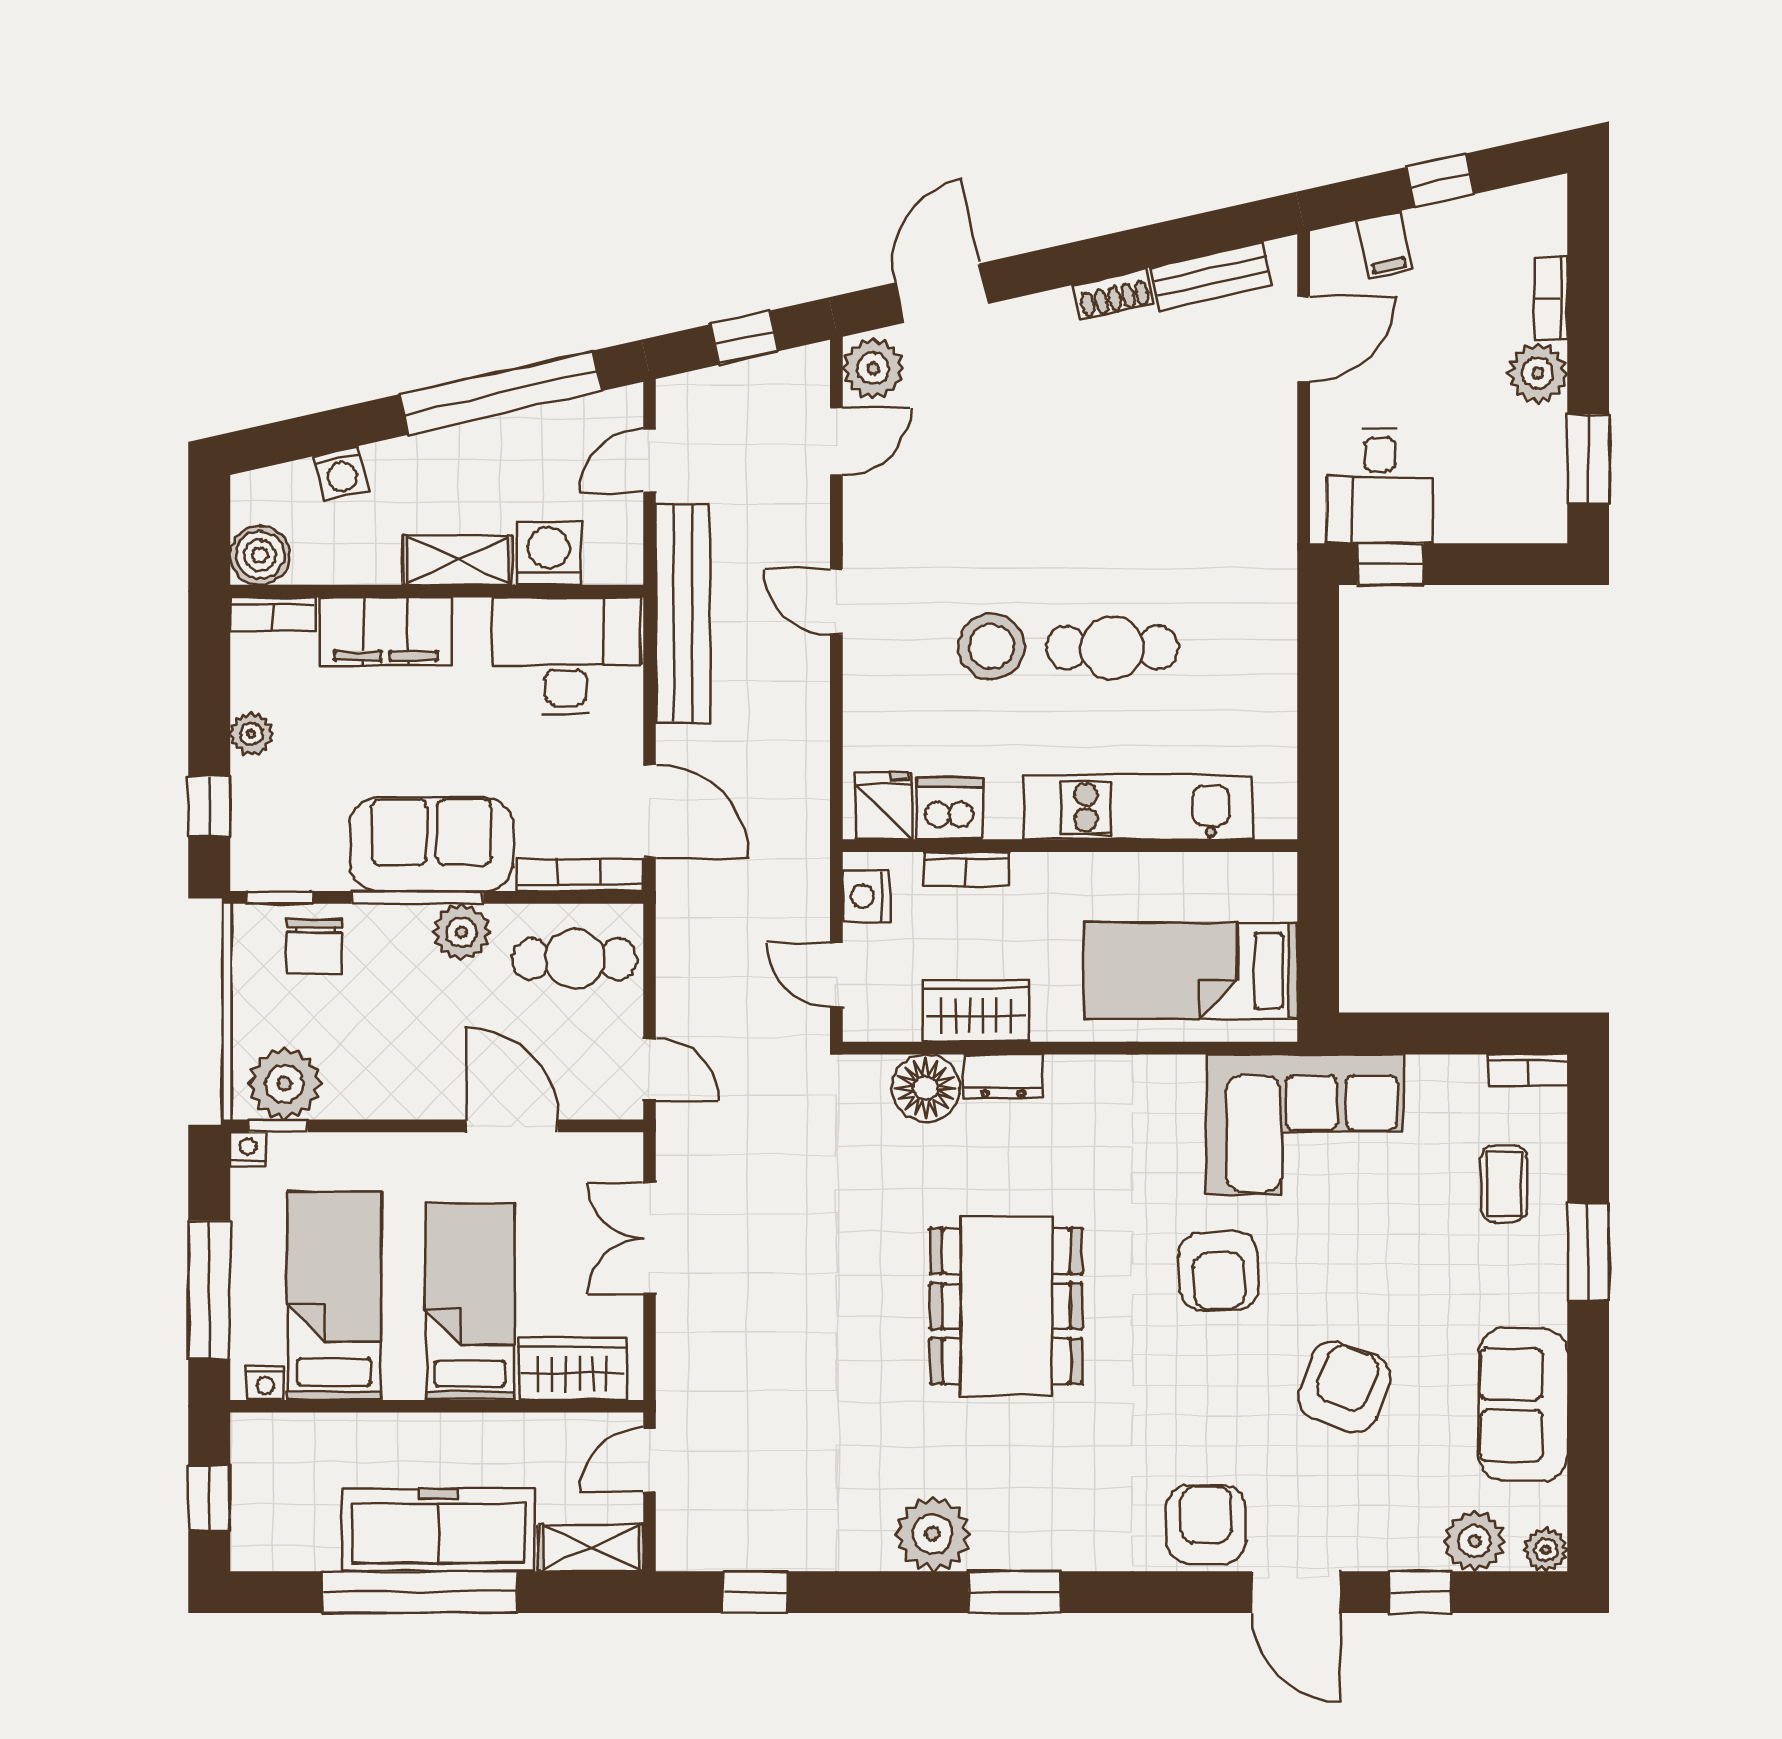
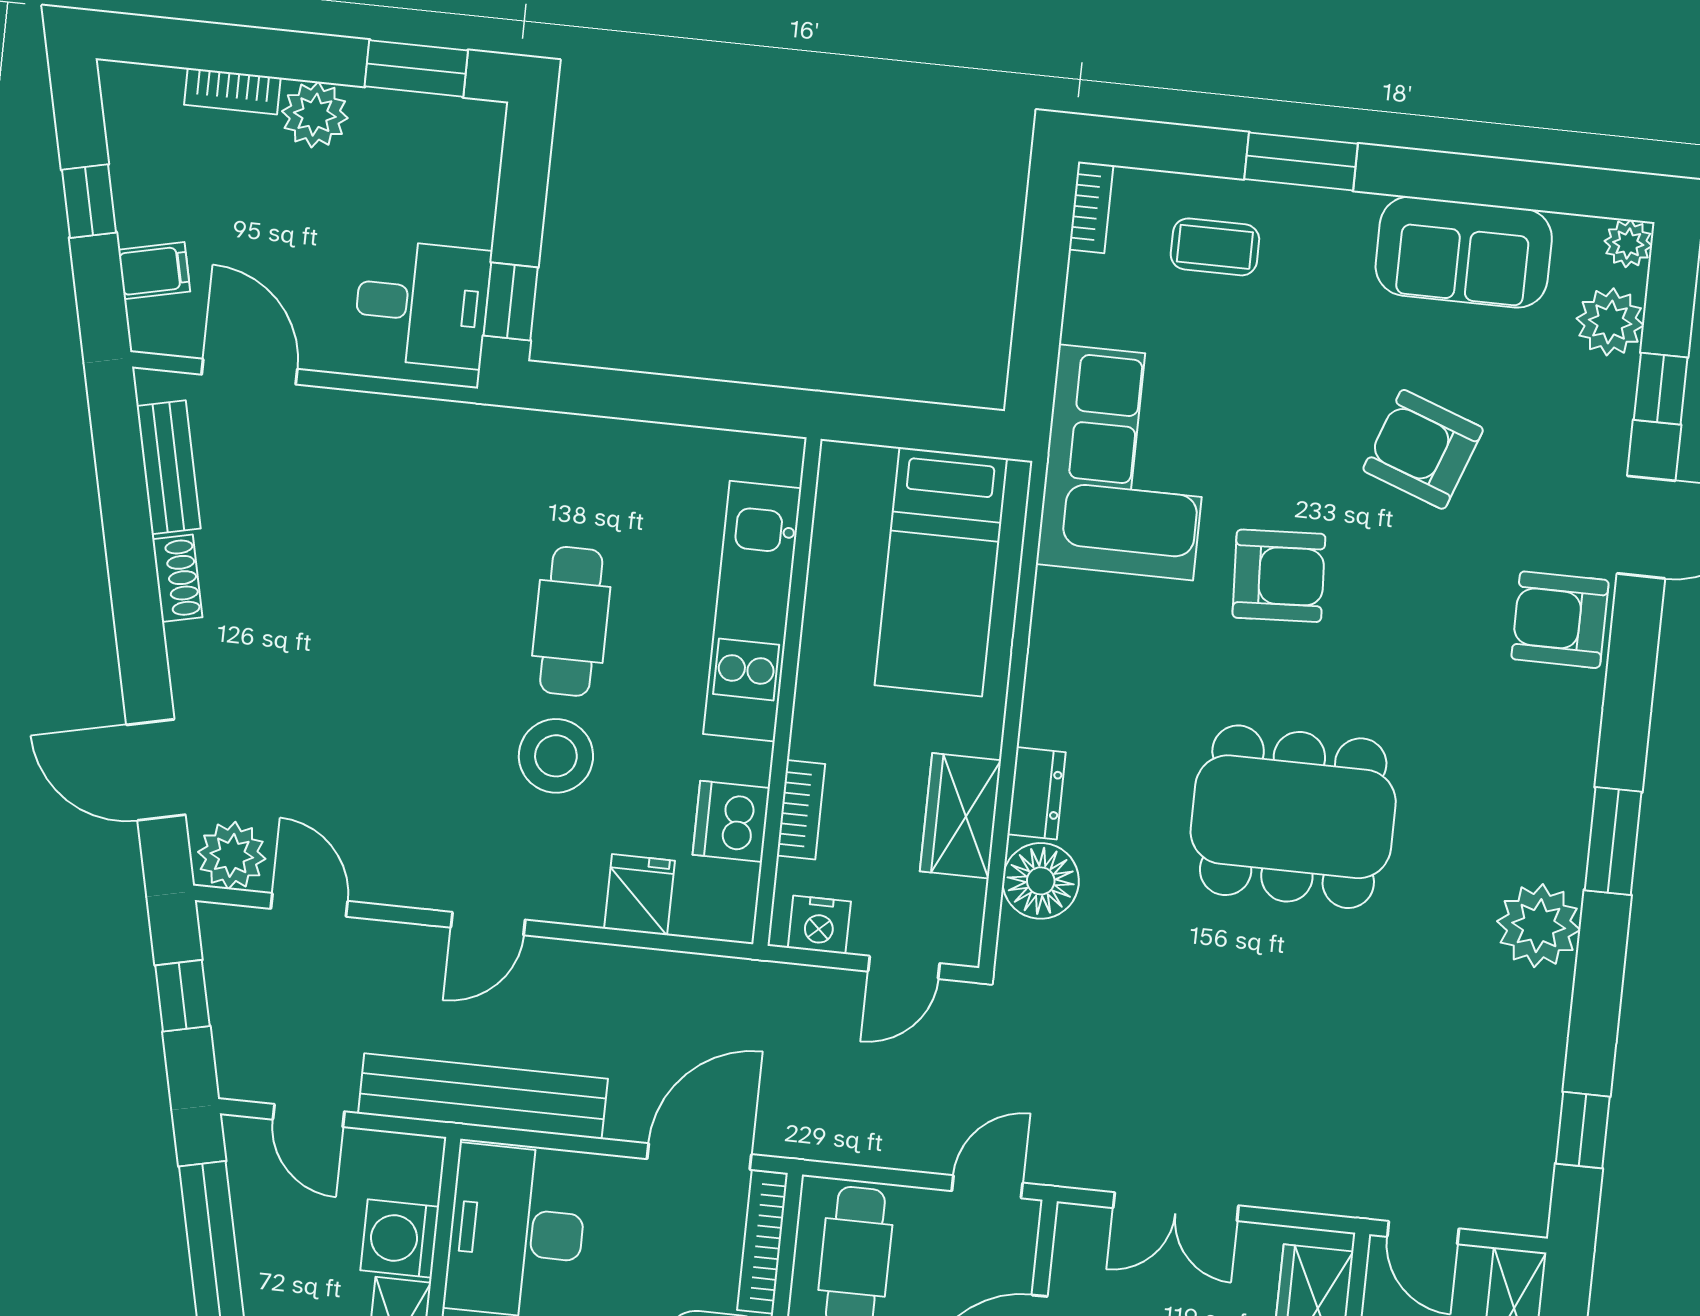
fridge: (884, 806) -> (639, 895), moved, turned 90

